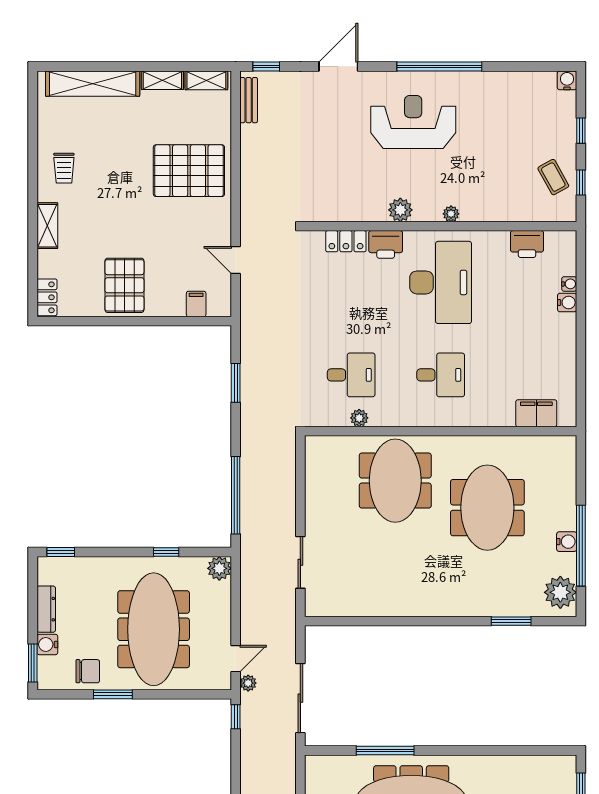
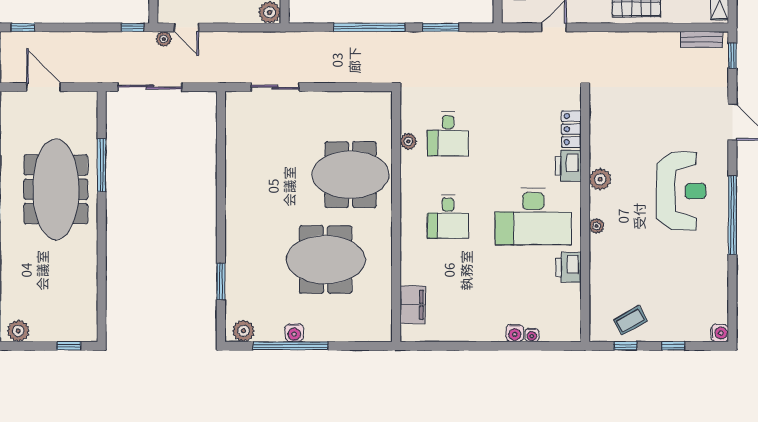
printer: (527, 244) -> (569, 267), moved
window: (236, 495) -> (369, 27), moved
plant: (560, 592) -> (243, 331), width x0.73, depth x0.73

